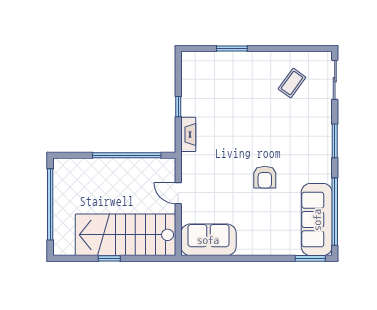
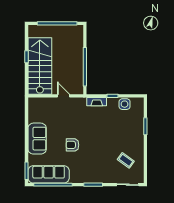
side table: (193, 85) -> (125, 104), added
door: (178, 193) -> (64, 96), hinge flipped
sofa: (208, 240) -> (37, 139), moved

